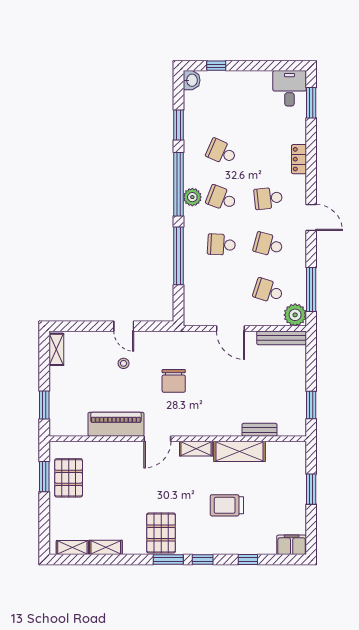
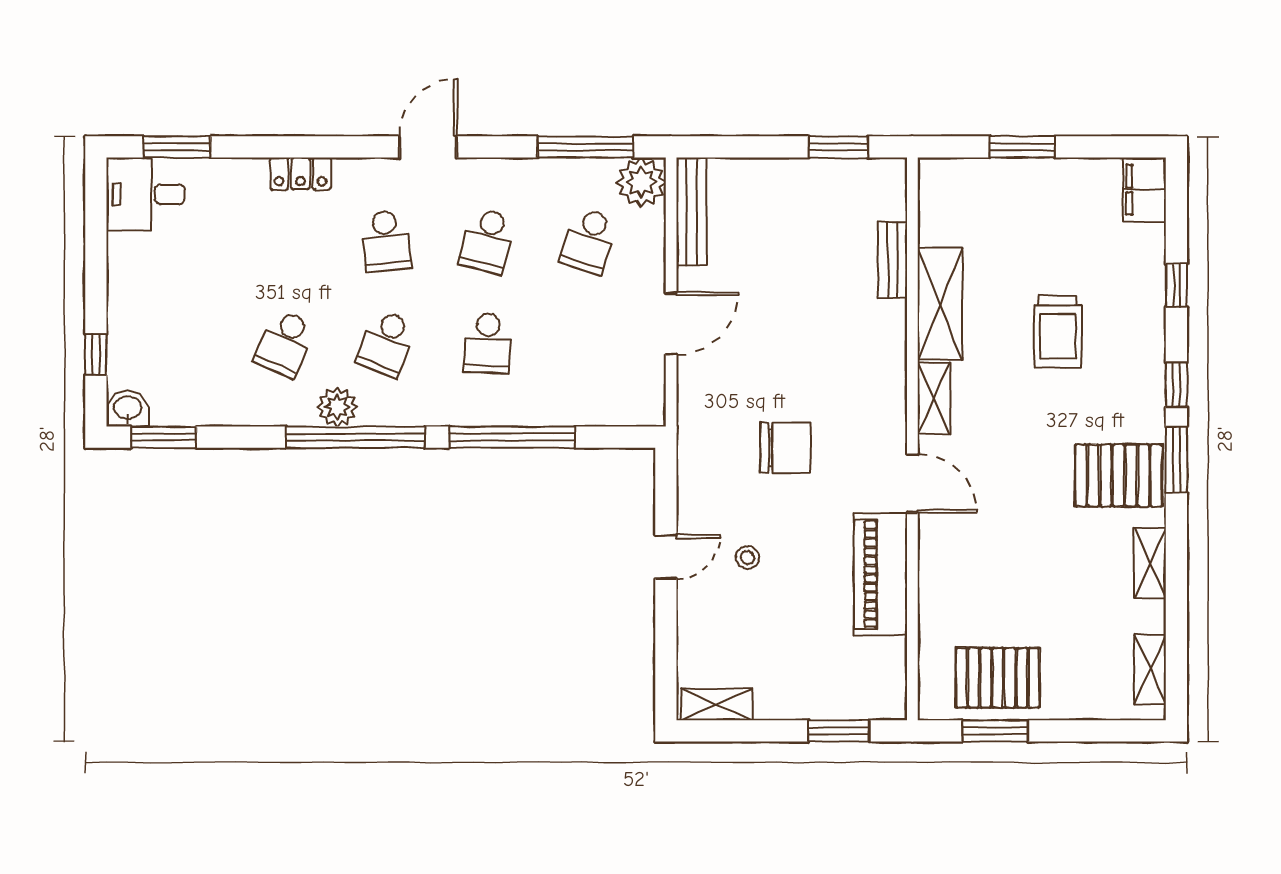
window: (179, 125) -> (164, 437), moved
plant: (192, 197) -> (337, 407), moved
shelving: (106, 547) -> (1150, 563), moved

